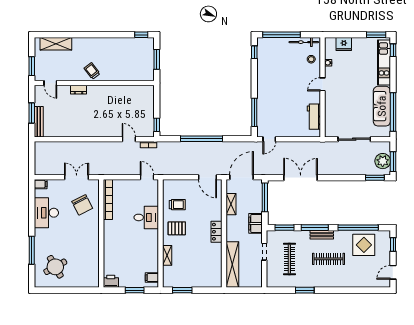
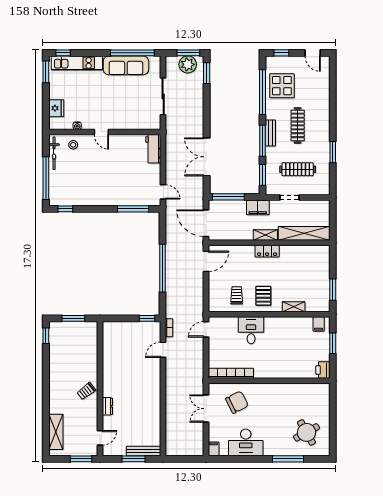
workbench: (314, 117) -> (153, 149), moved, turned 90
shelving: (231, 204) -> (265, 235), moved

